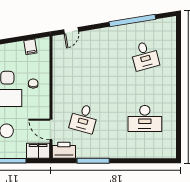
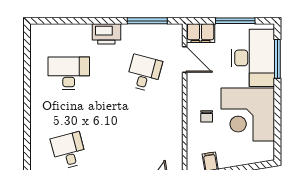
printer: (64, 150) -> (106, 34), moved
window: (93, 161) -> (147, 21), moved

